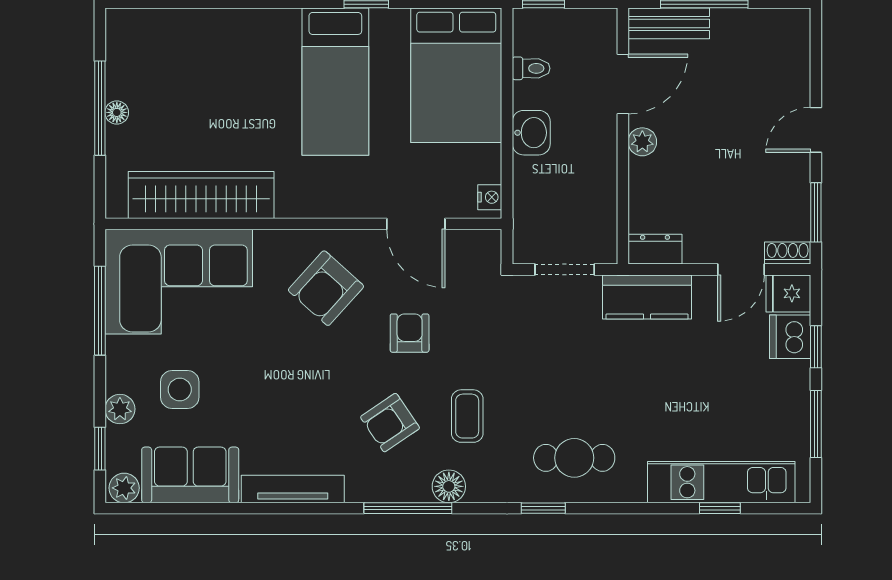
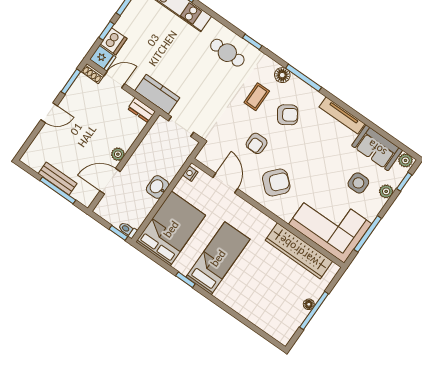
bench: (669, 23) -> (58, 179), moved
toilet: (531, 68) -> (128, 230), moved

